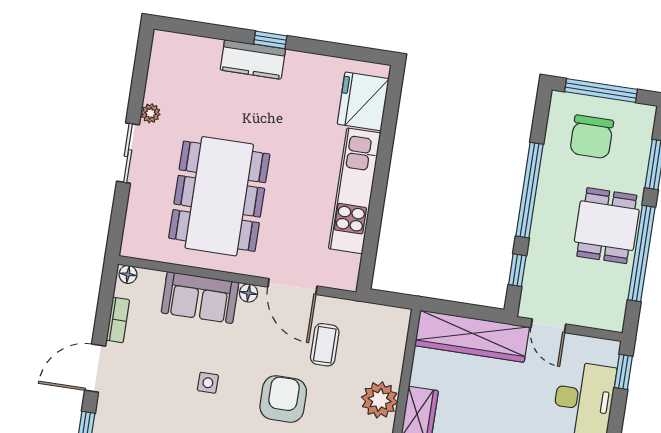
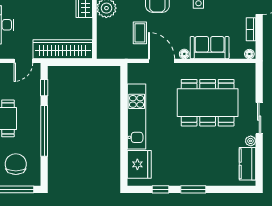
window: (270, 40) -> (193, 189), width x1.50
window: (331, 49) -> (160, 189), added
kitchen counter: (253, 59) -> (248, 164), moved, turned -90
dining table: (219, 196) -> (208, 103), turned 90
door: (548, 326) -> (23, 61), swing flipped

